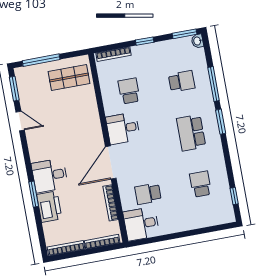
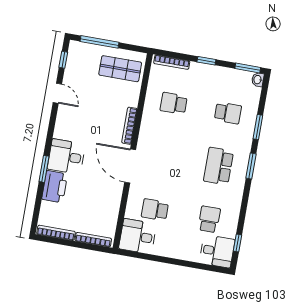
window: (214, 84) -> (258, 127), width x0.69
window: (14, 89) -> (63, 60), width x0.67
school desk: (129, 91) -> (174, 103), turned -90
desk: (123, 128) -> (217, 251), moved, turned 180
door: (111, 162) -> (130, 166), hinge flipped
bookcase: (111, 203) -> (129, 126), moved

